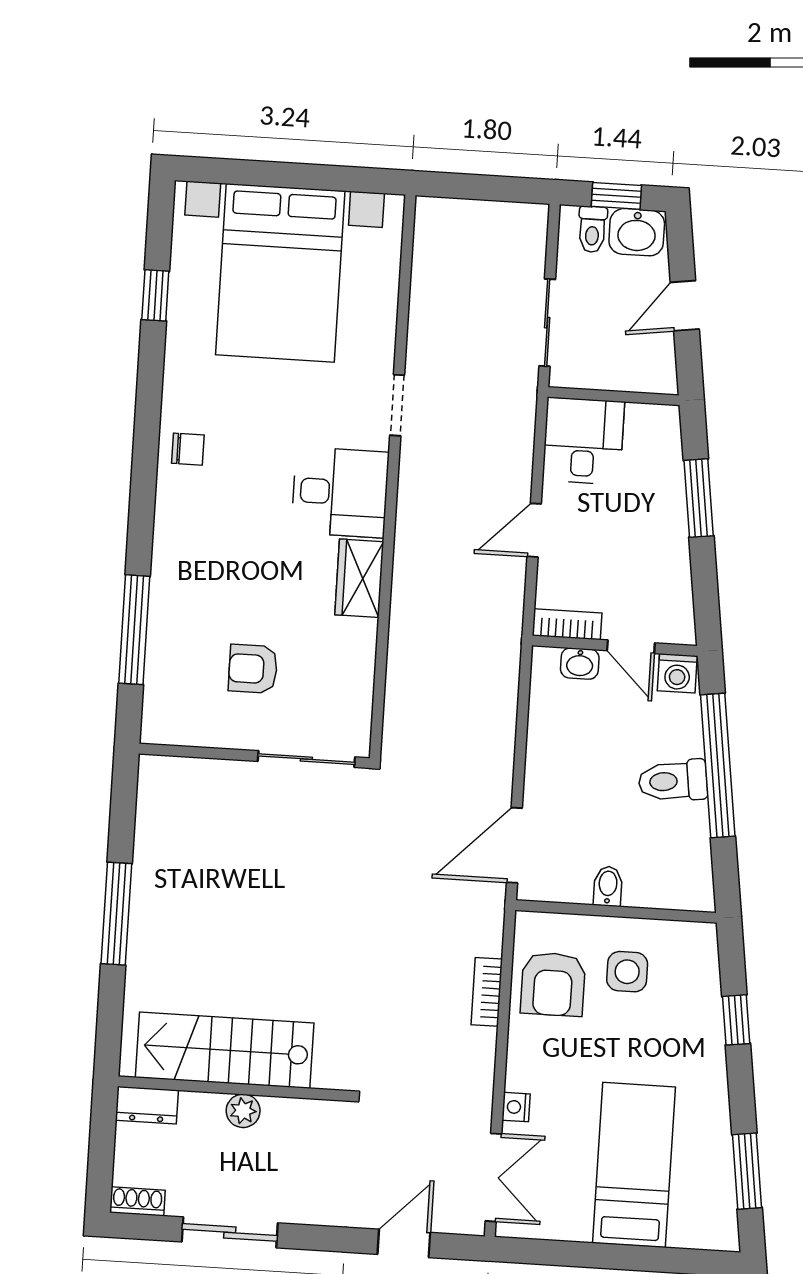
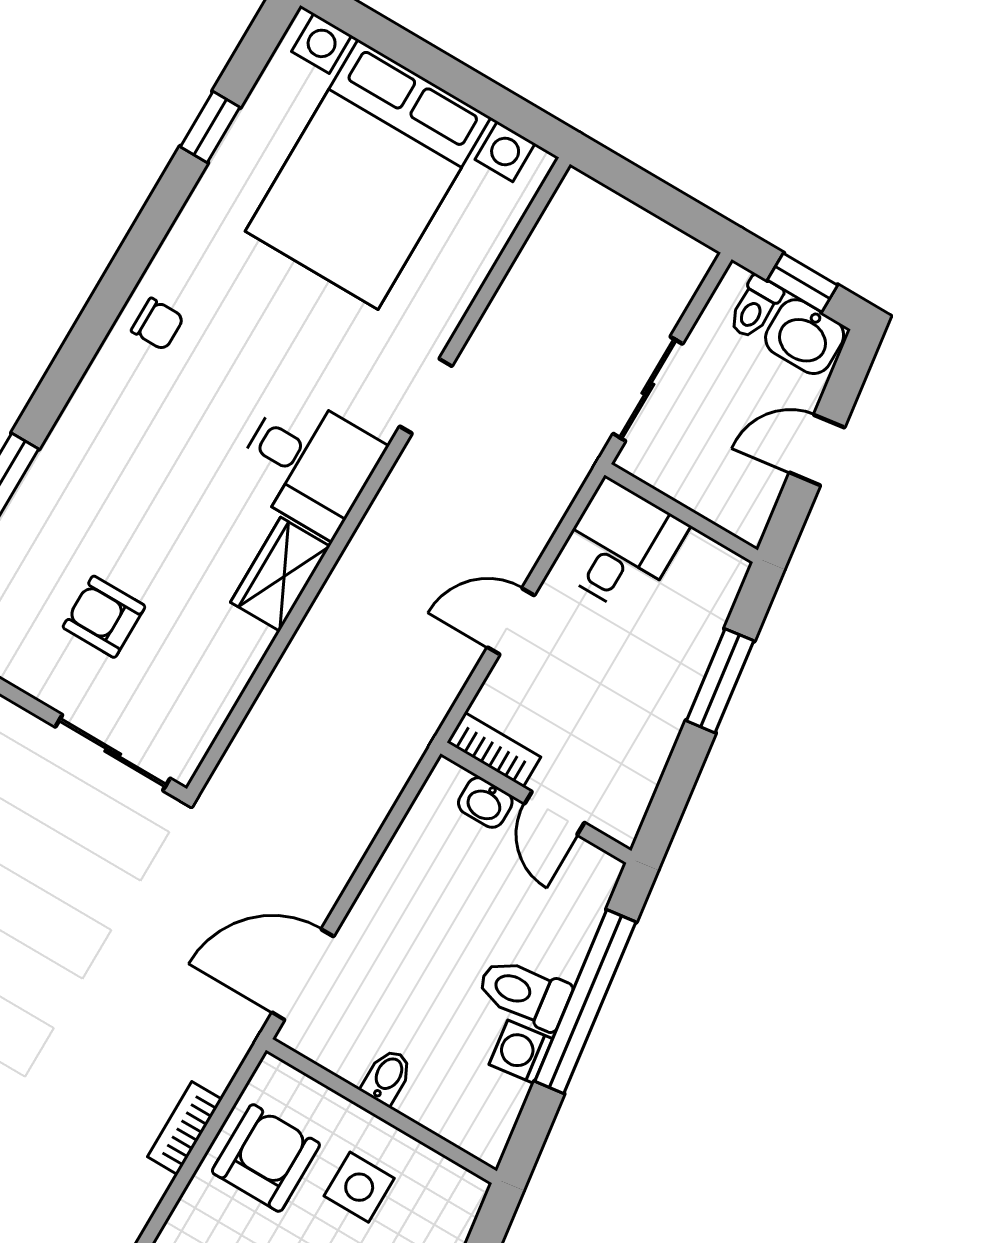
washing machine: (677, 673) -> (521, 1052), moved, turned 82
armchair: (553, 984) -> (266, 1158), turned 180

